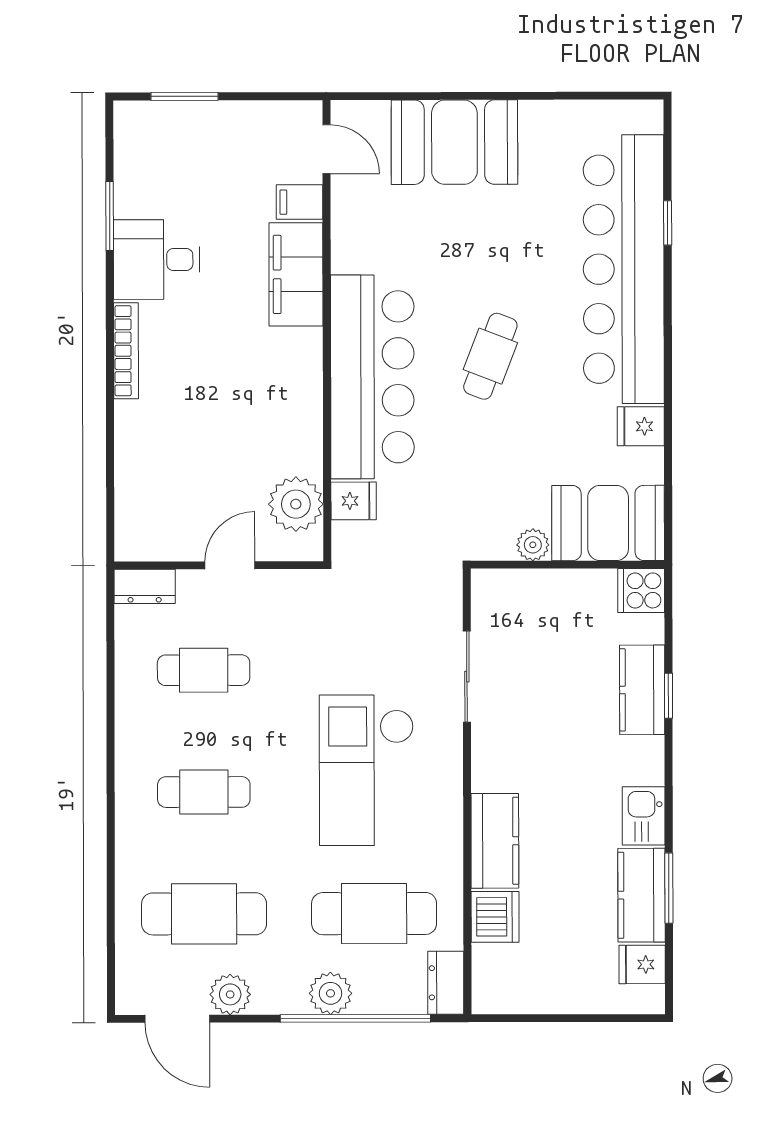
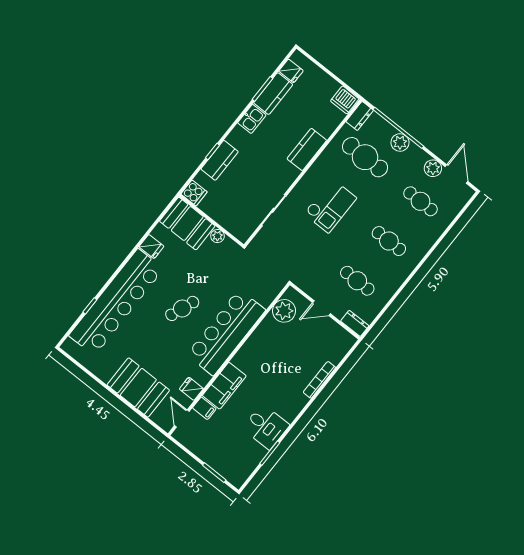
bookcase: (126, 351) -> (319, 380), moved
fridge: (354, 501) -> (191, 389), moved
checkout: (367, 770) -> (330, 206), width x0.73, depth x0.83
cafe table: (204, 914) -> (420, 201), width x0.73, depth x0.74
dishwasher: (495, 917) -> (345, 100), moved, turned -90

